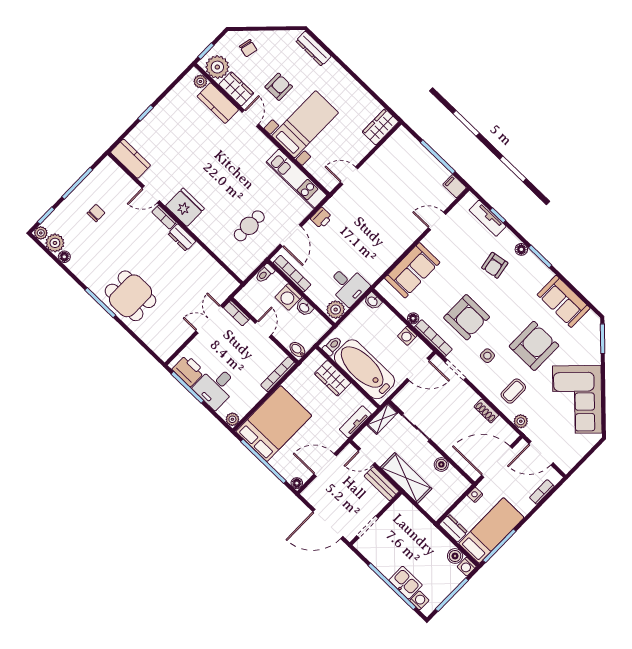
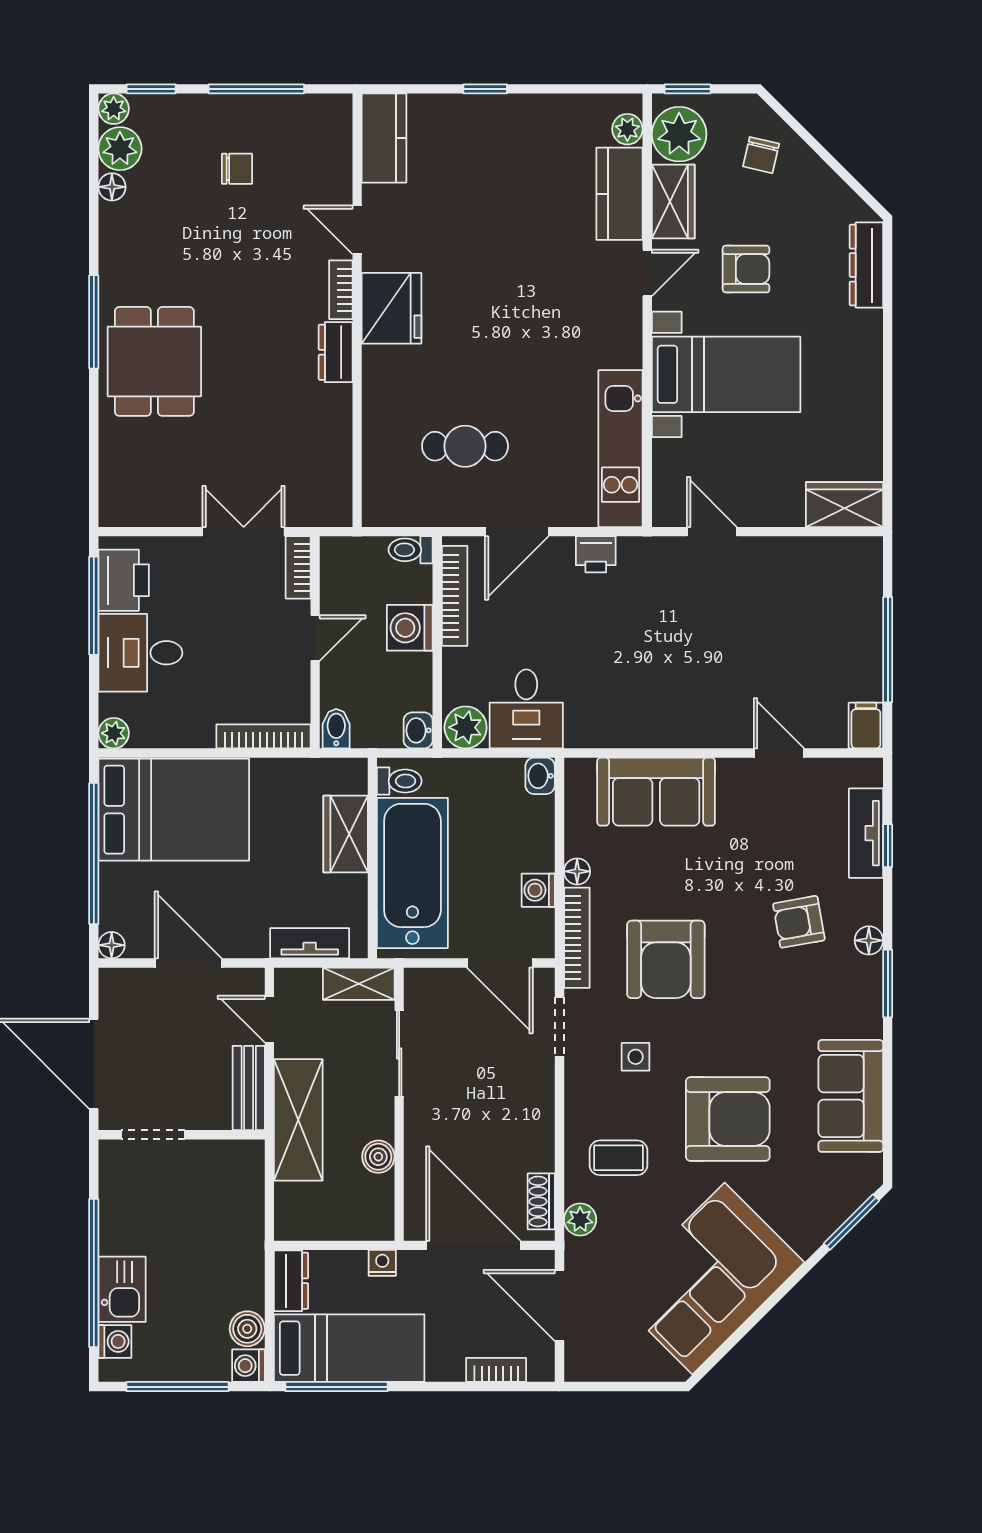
washbasin: (304, 308) -> (418, 730), moved
shoe rack: (486, 411) -> (541, 1201), moved

